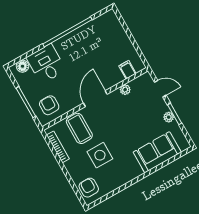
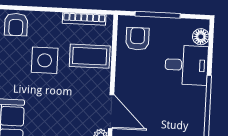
door: (95, 99) -> (111, 112), moved
armchair: (49, 105) -> (137, 39), turned -90
armchair: (89, 188) -> (16, 24), turned 90

